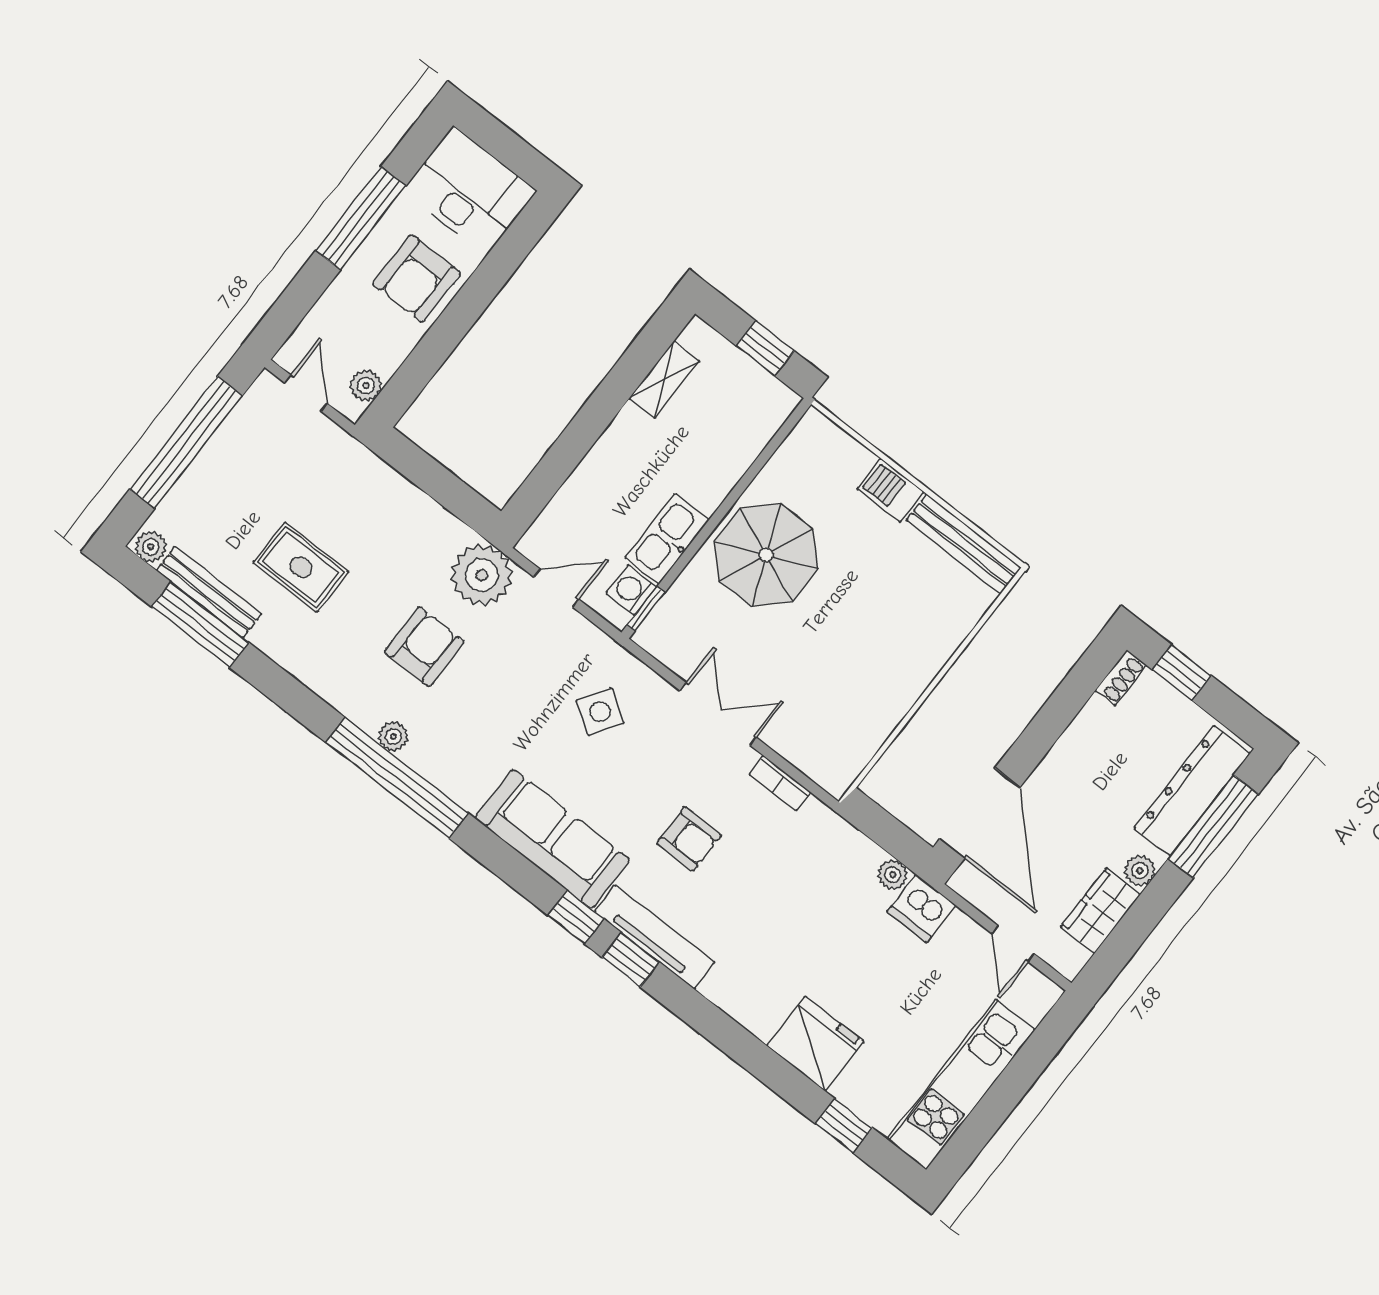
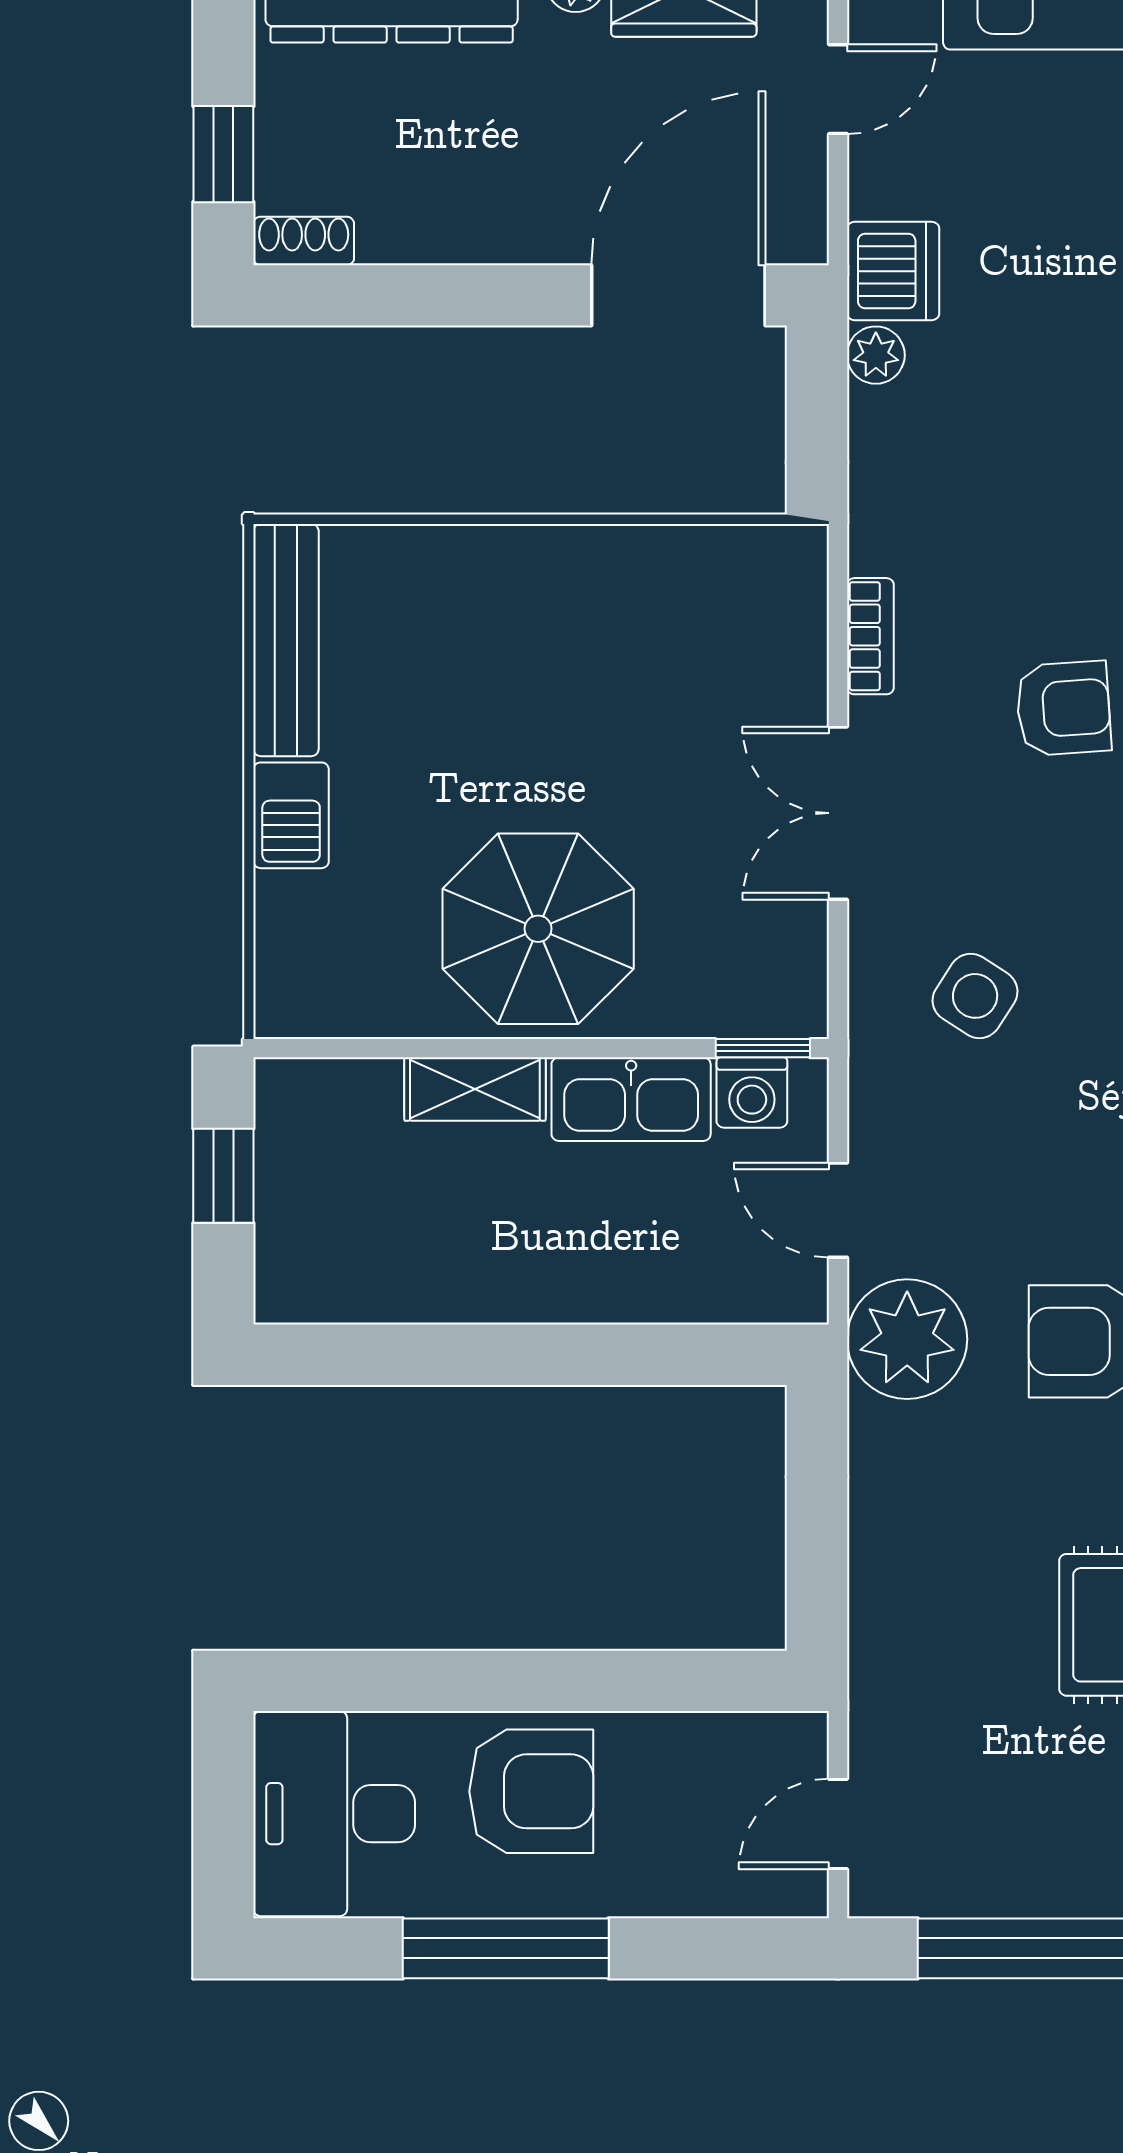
shelving: (664, 379) -> (475, 1089), moved
plant: (366, 385) -> (755, 1742), removed
armchair: (689, 839) -> (1063, 708), turned 86

